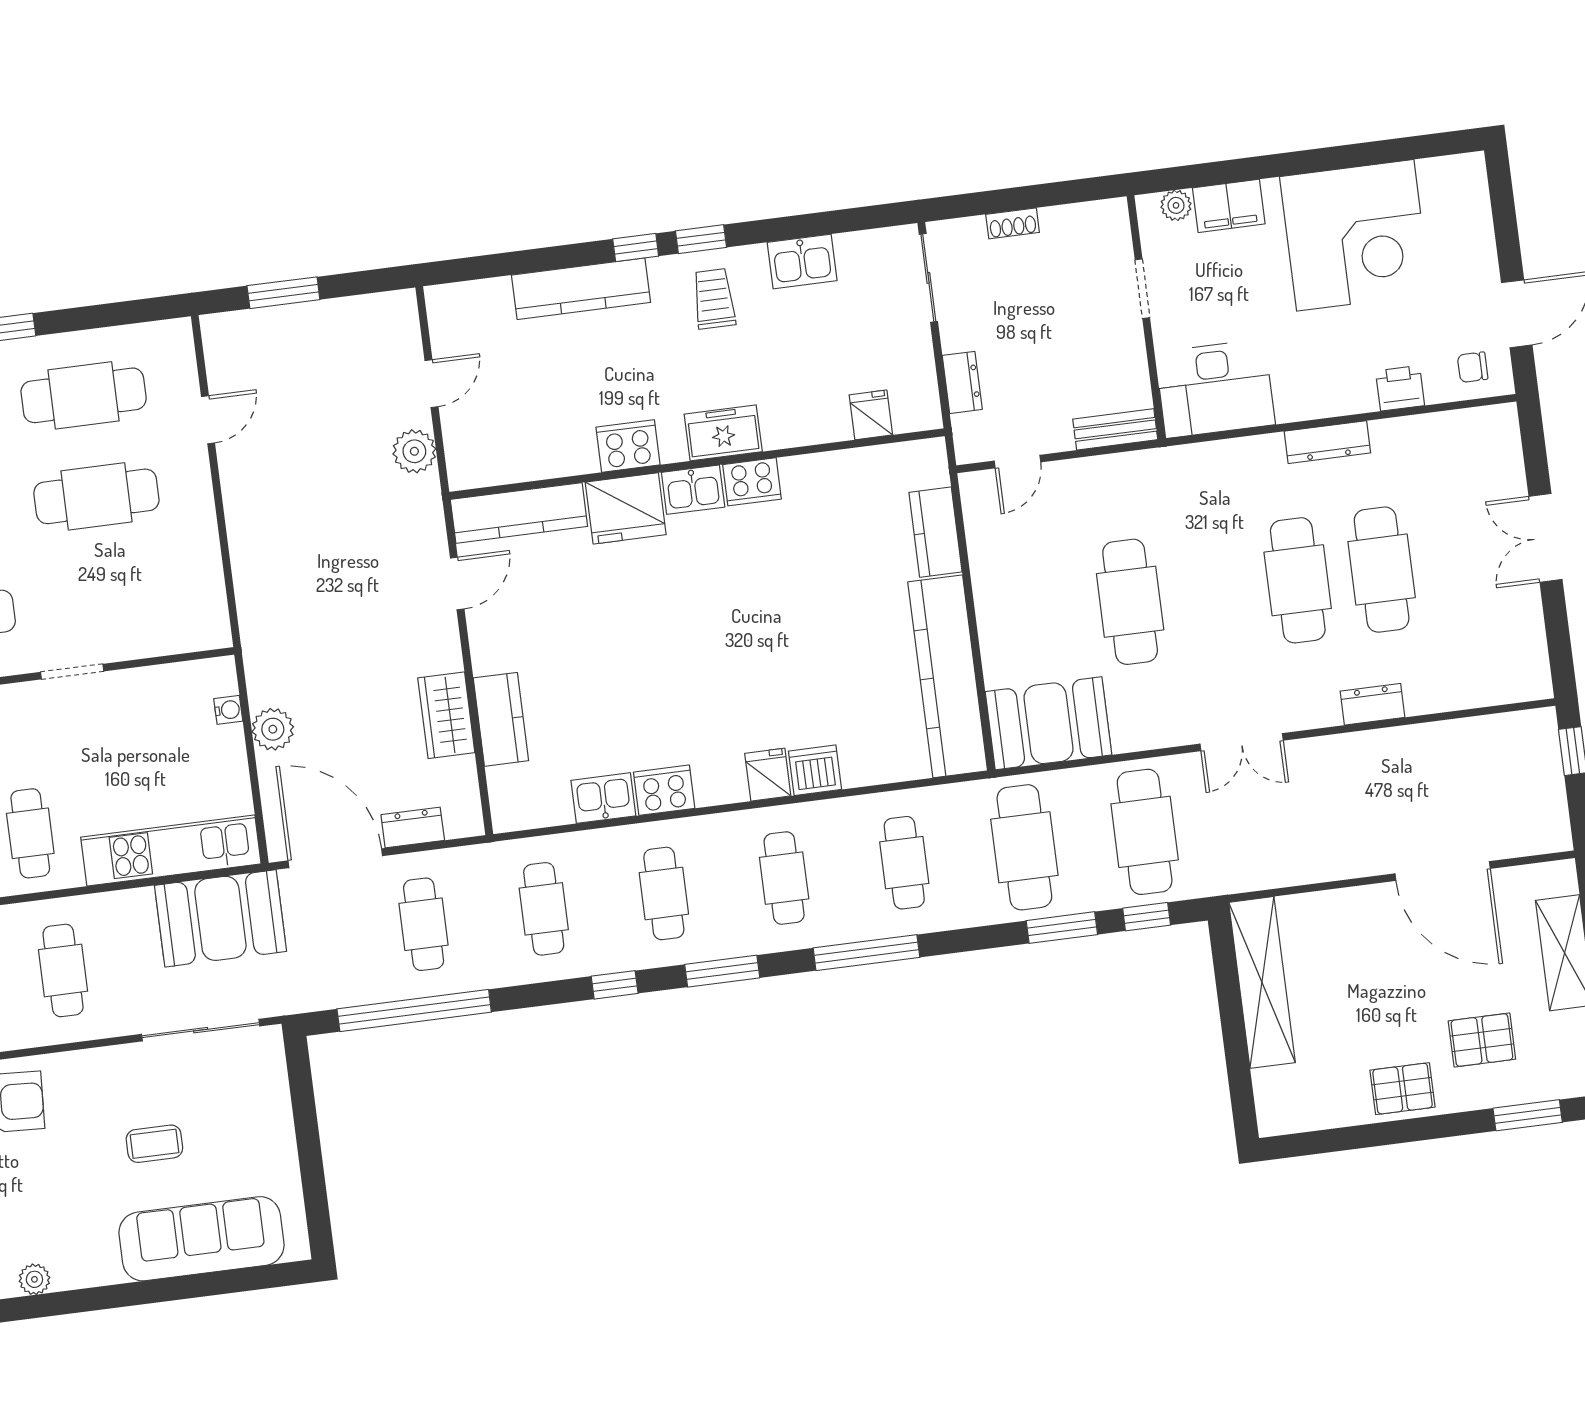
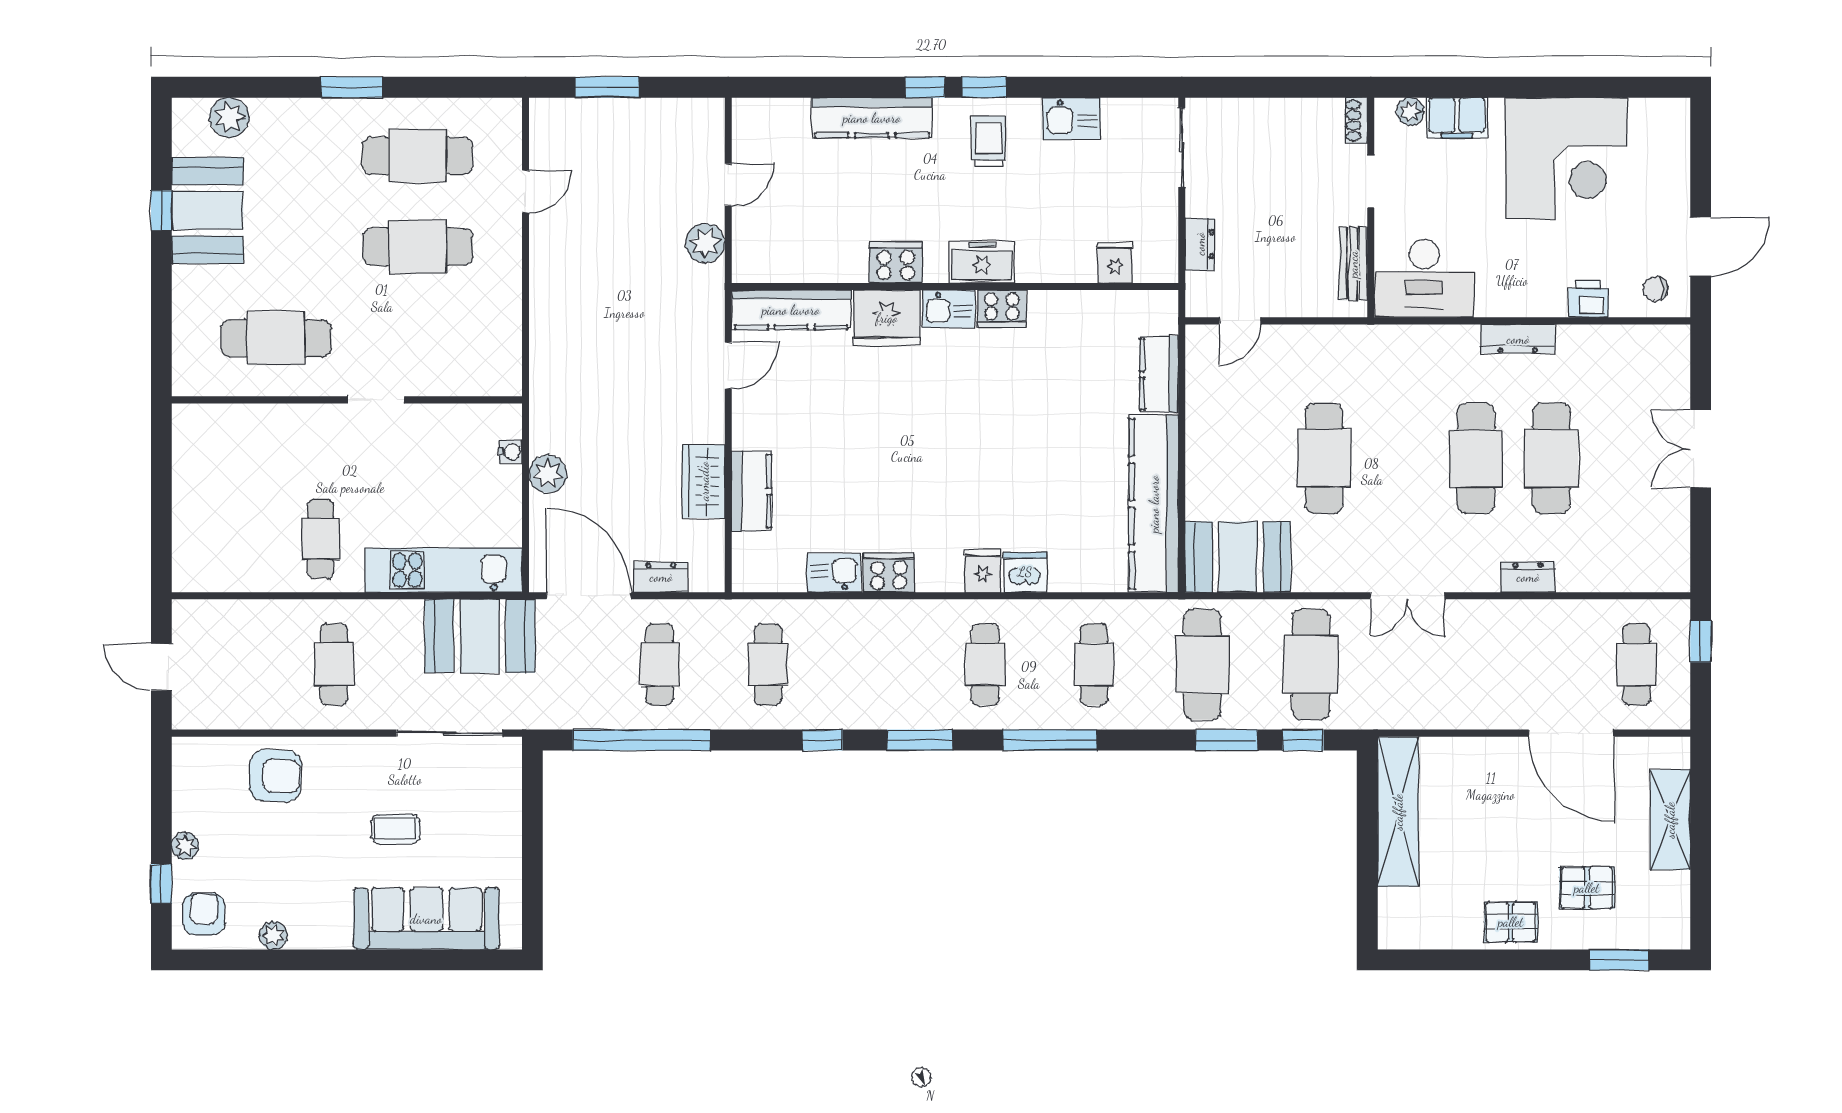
shoe rack: (1013, 223) -> (1356, 120), moved, turned 90
bench: (1115, 429) -> (1353, 264), moved, turned 90
cafe table: (664, 893) -> (1636, 664), moved

